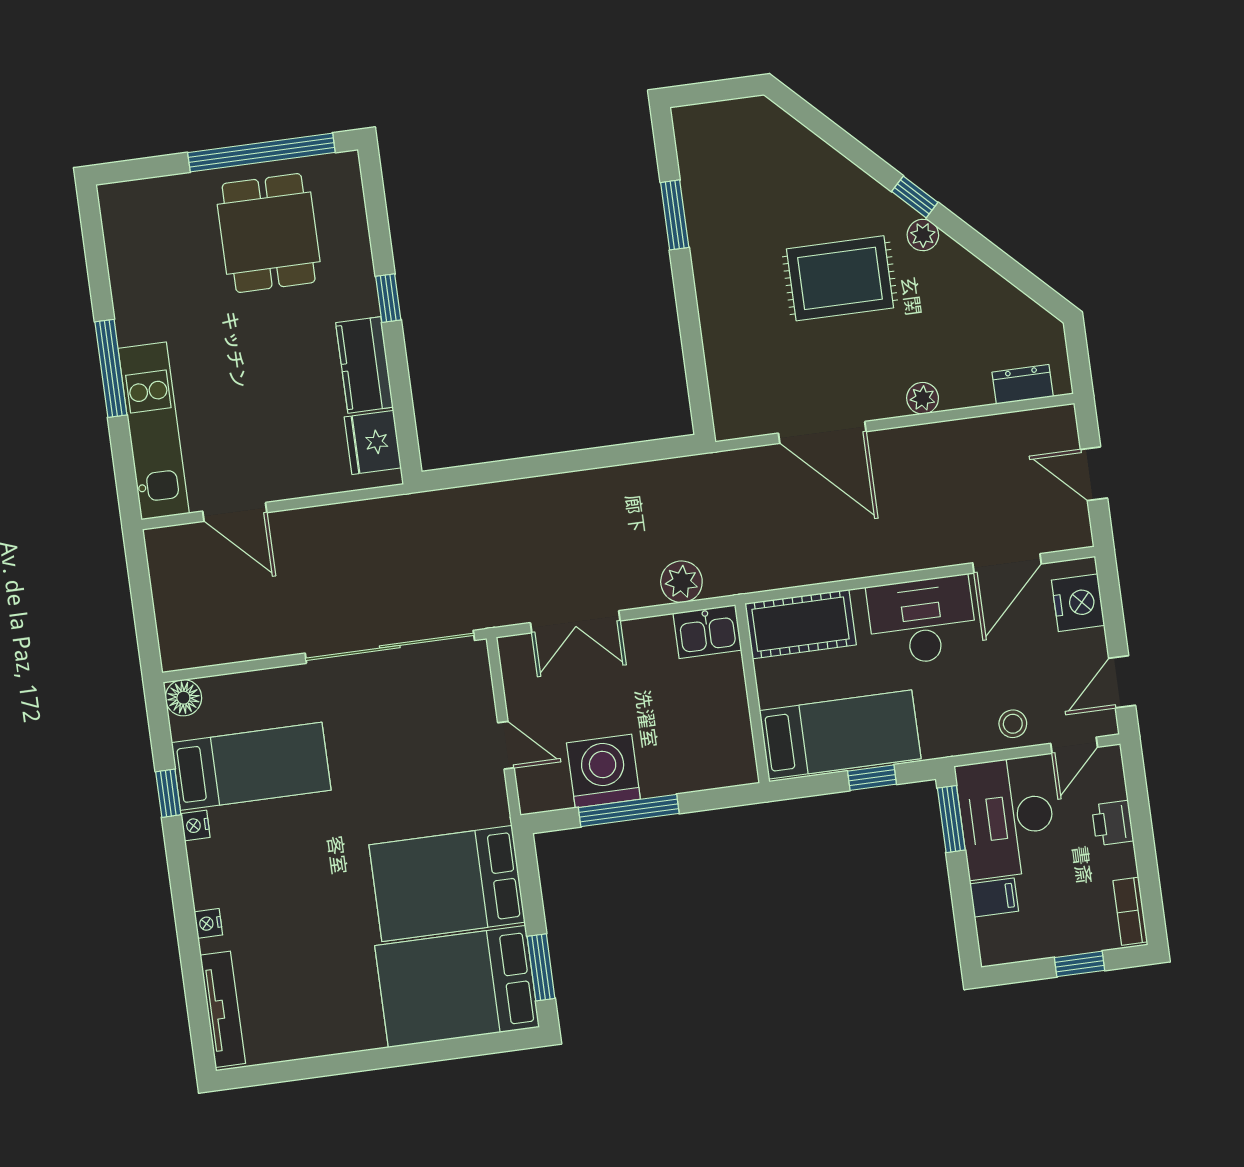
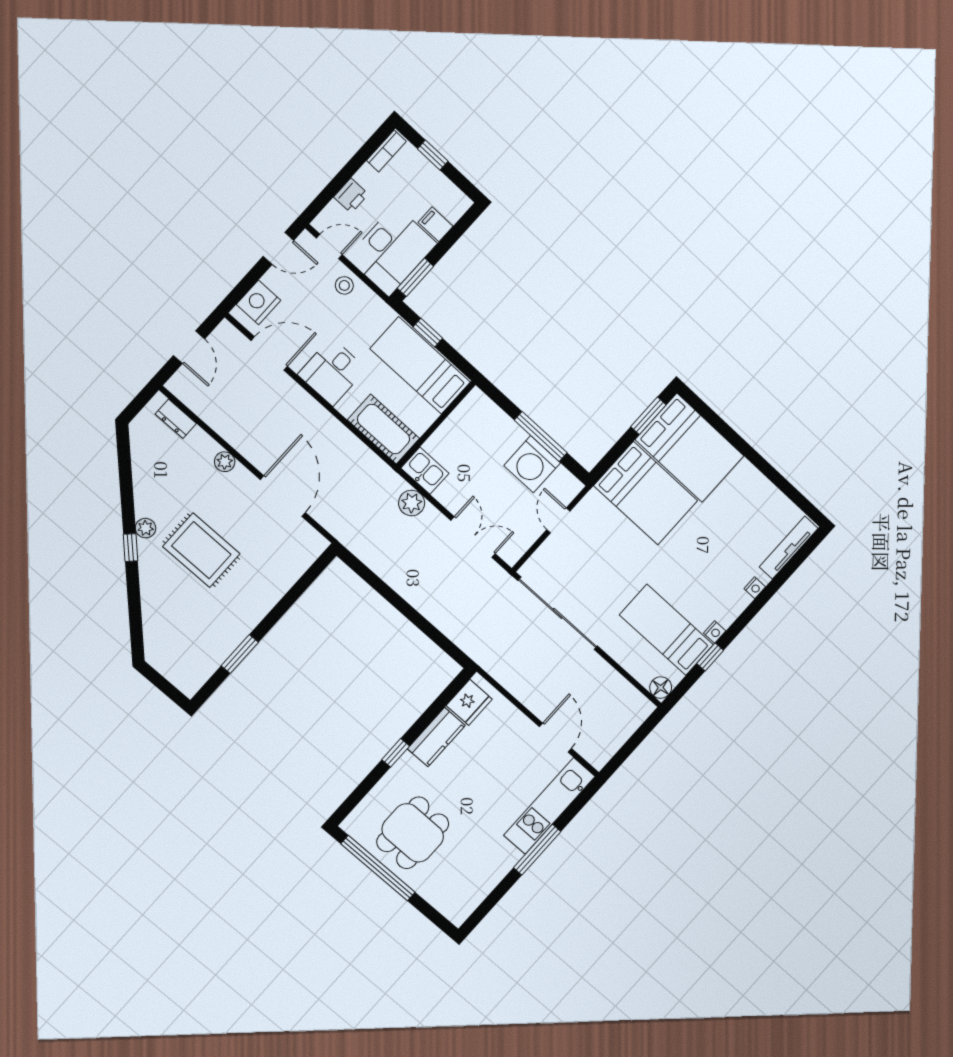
desk: (922, 621) -> (332, 372), width x0.73

